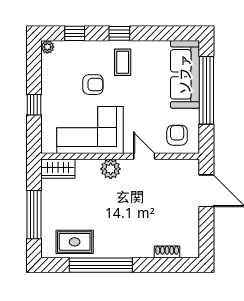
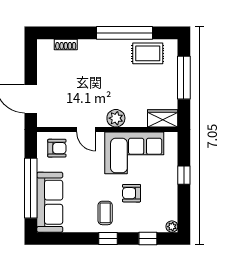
armchair: (177, 135) -> (57, 148), turned -90

